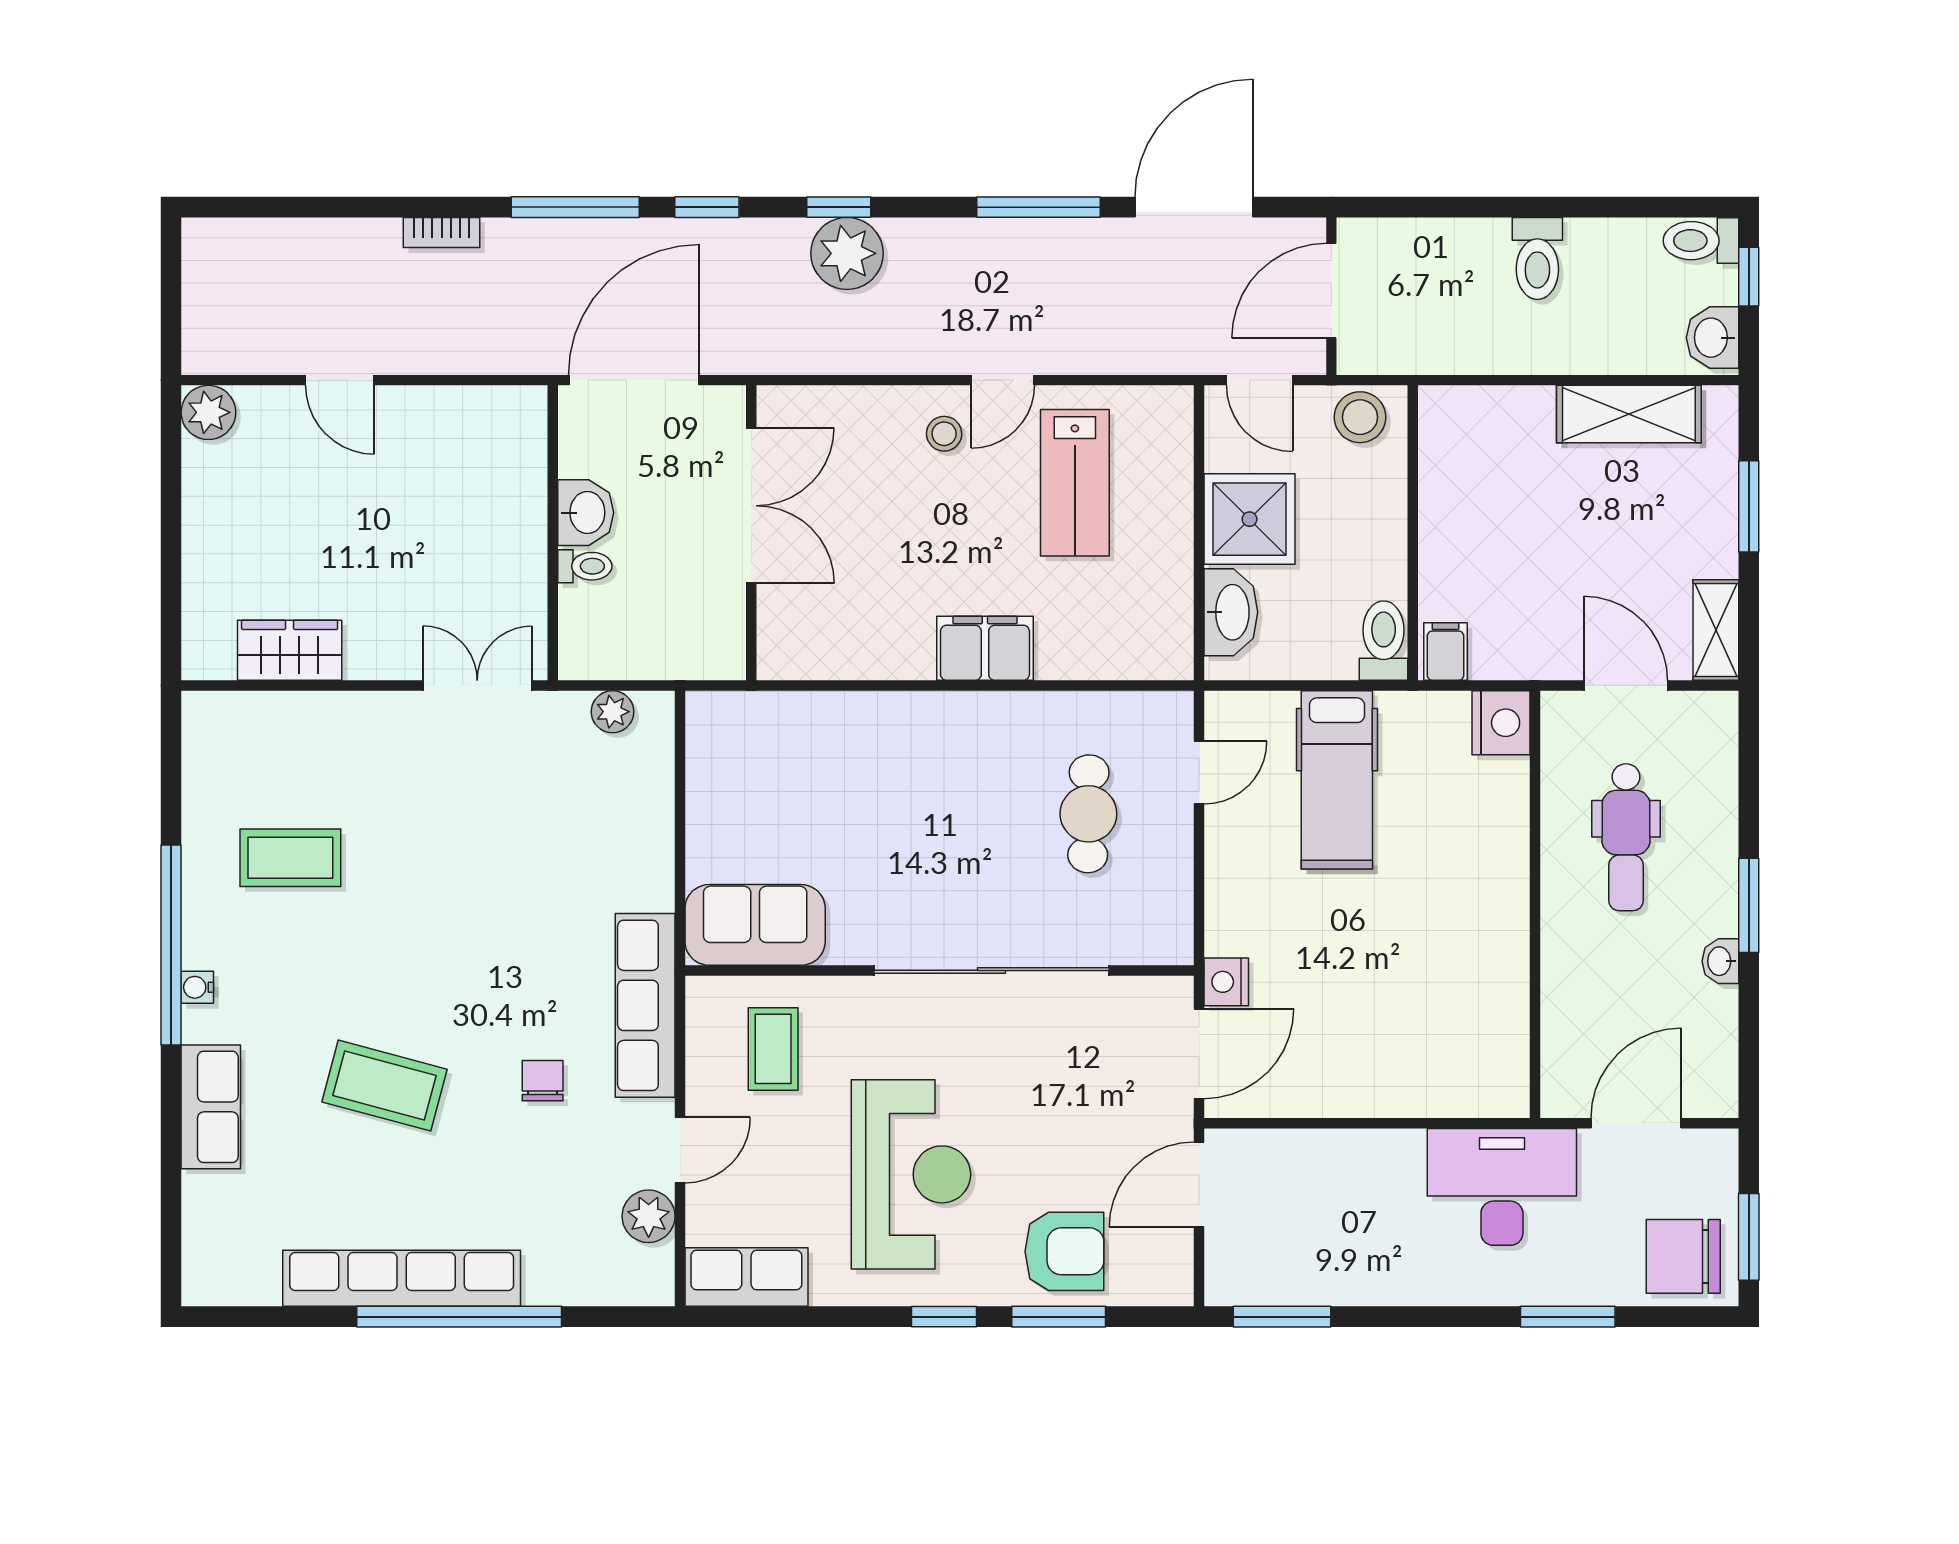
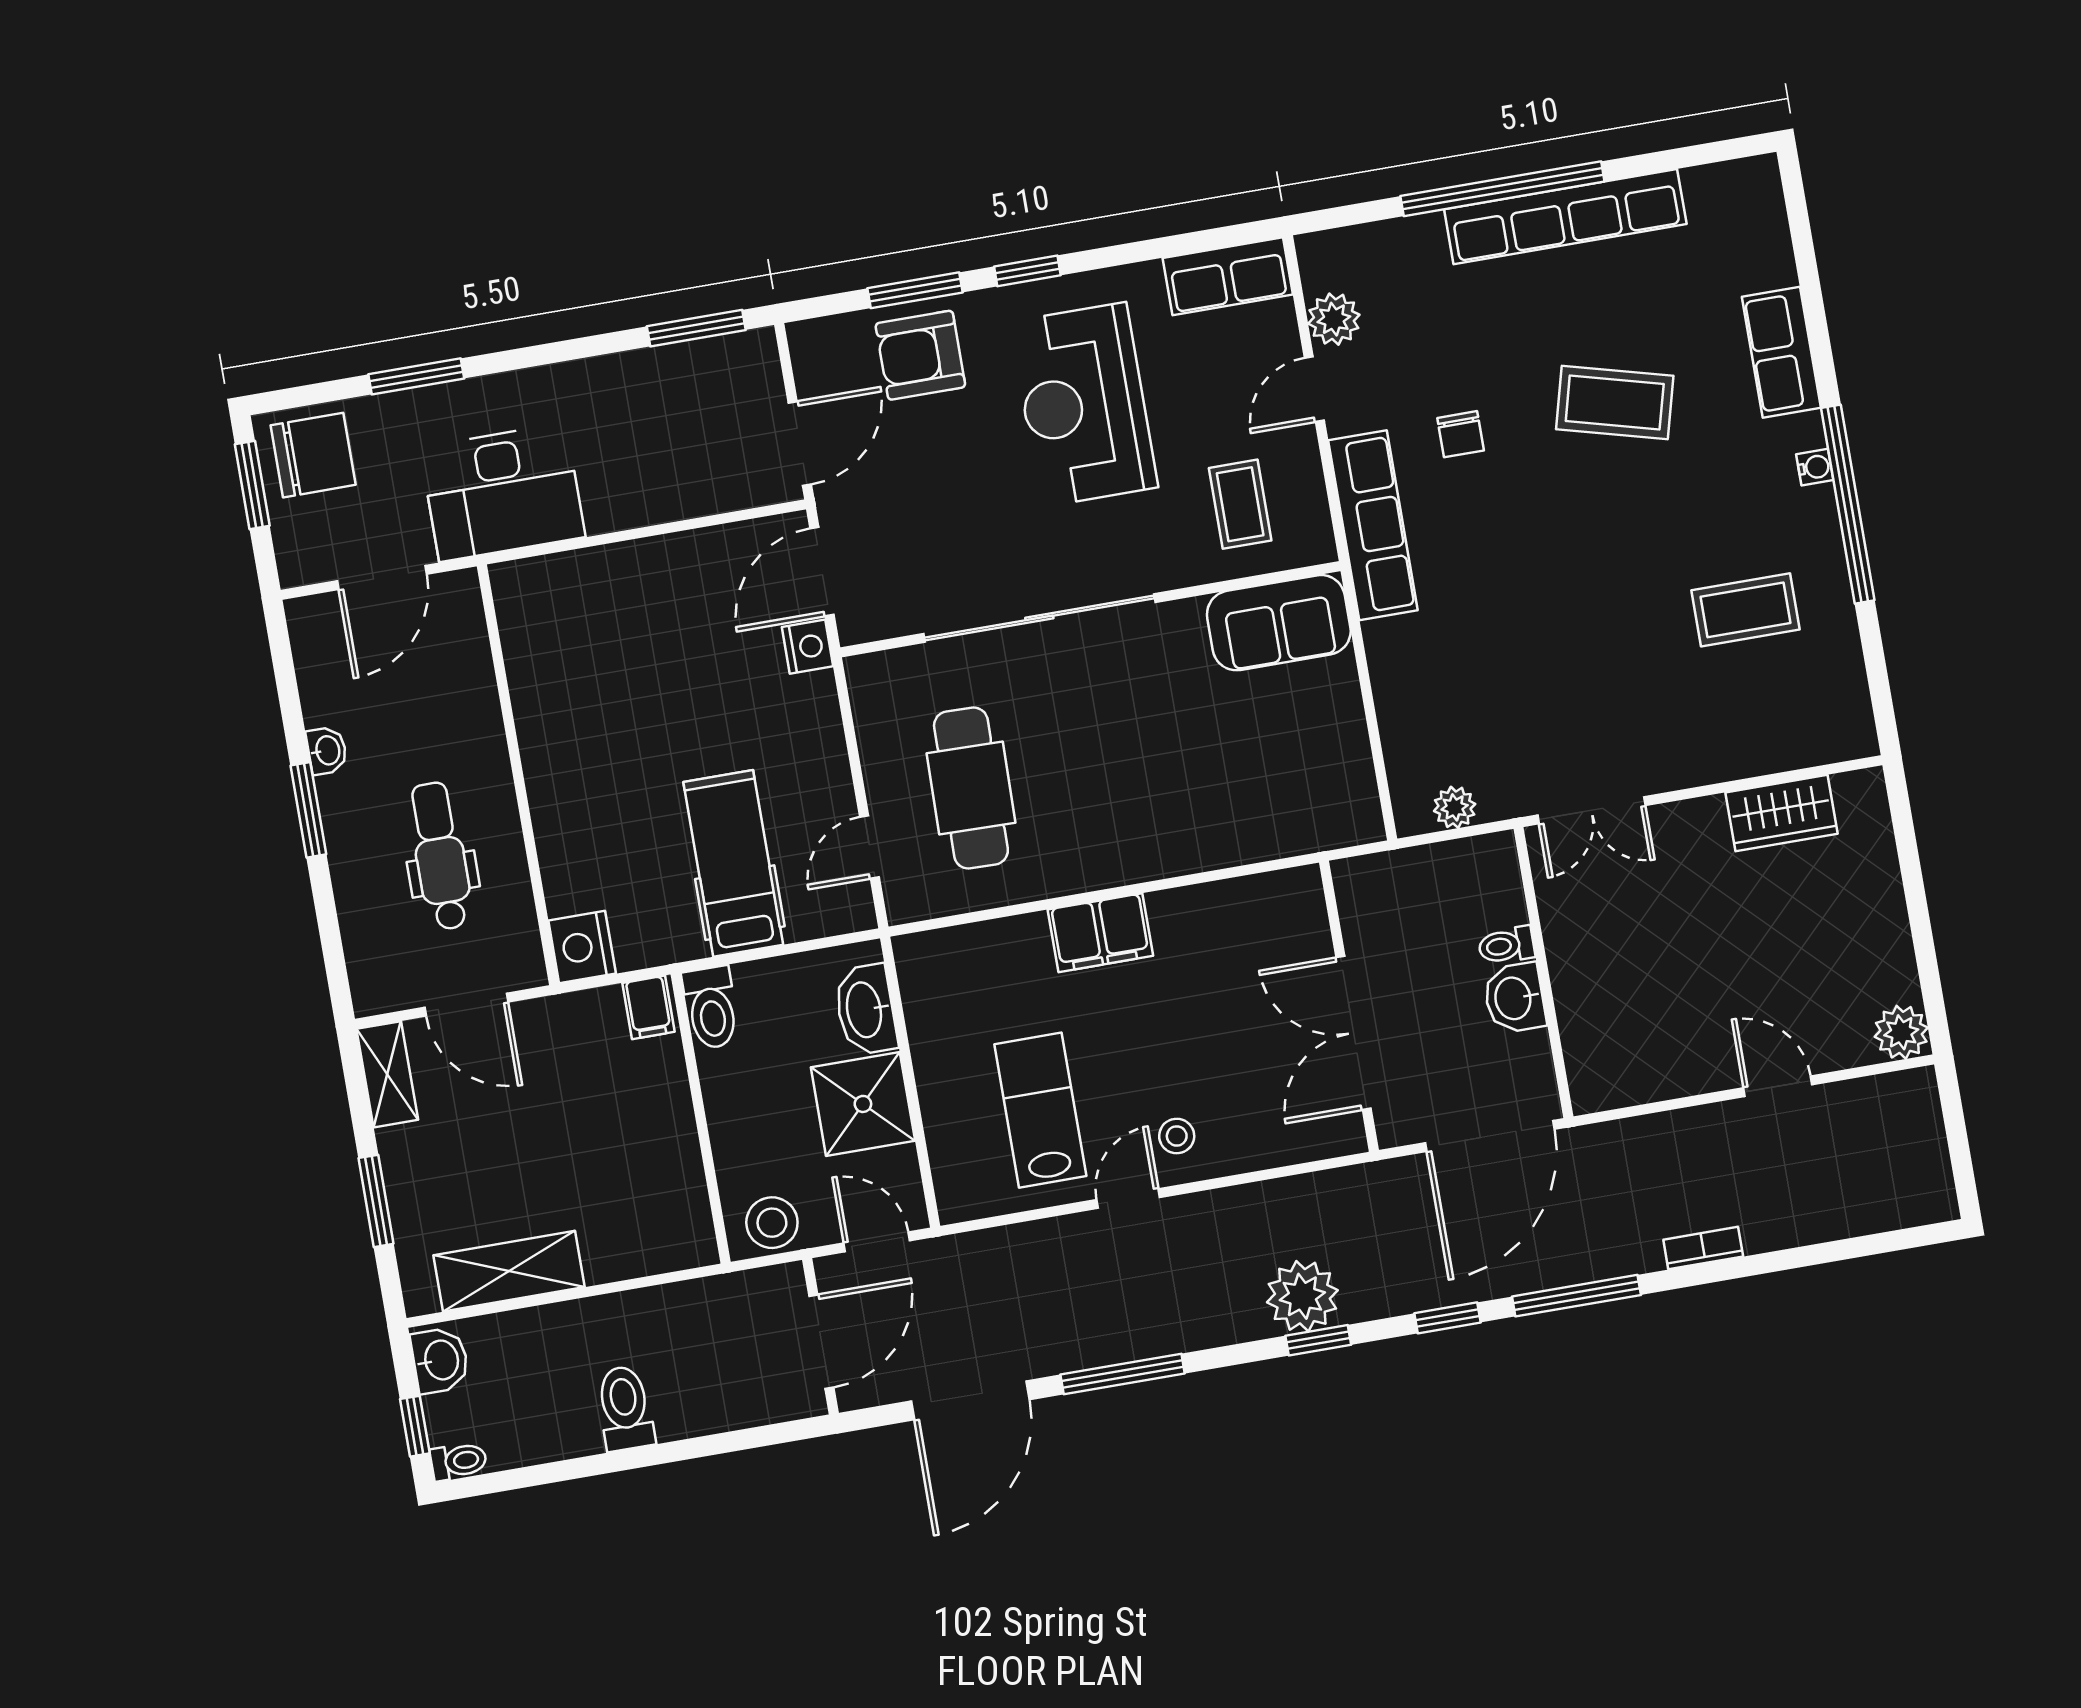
toilet: (1701, 241) -> (459, 1461), width x0.73, depth x0.72
cafe table: (1088, 814) -> (971, 788), width x1.37, depth x1.35

